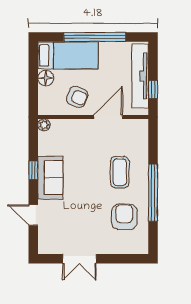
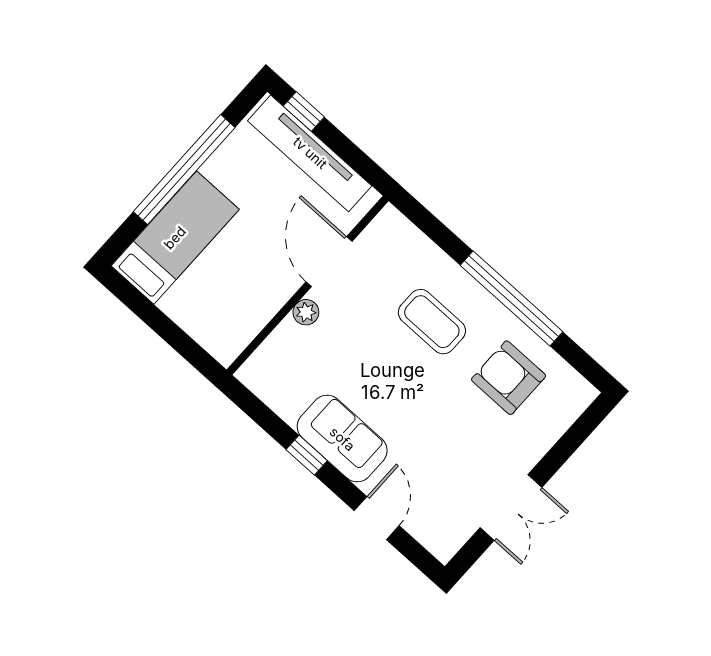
floor lamp: (46, 78) -> (179, 305), removed
window: (153, 89) -> (304, 112), moved
armchair: (77, 97) -> (253, 282), removed
plant: (44, 125) -> (306, 312), moved
door: (33, 215) -> (377, 518), swing flipped

